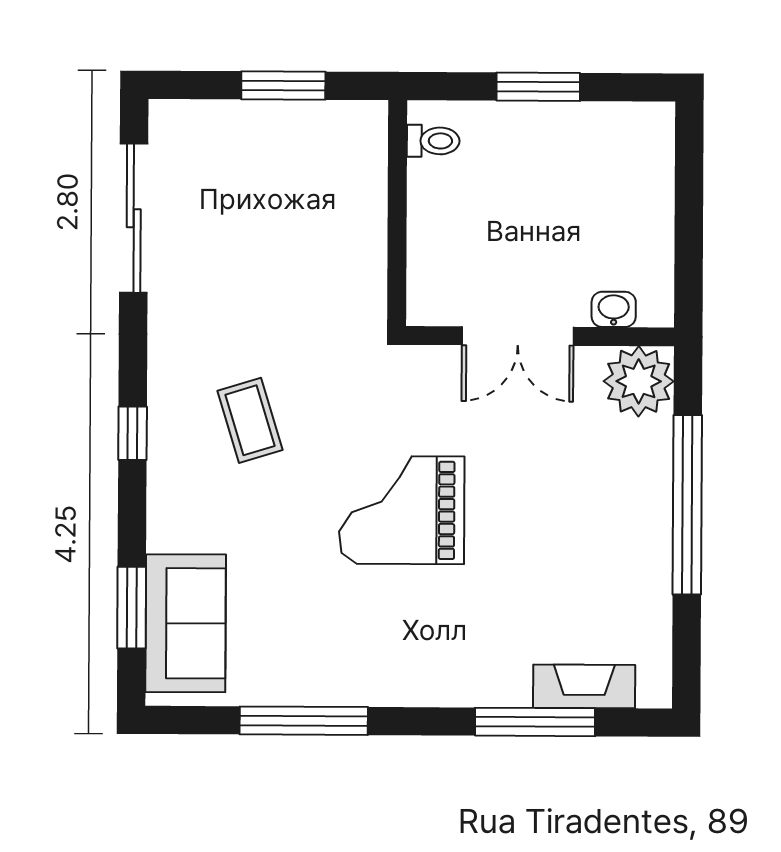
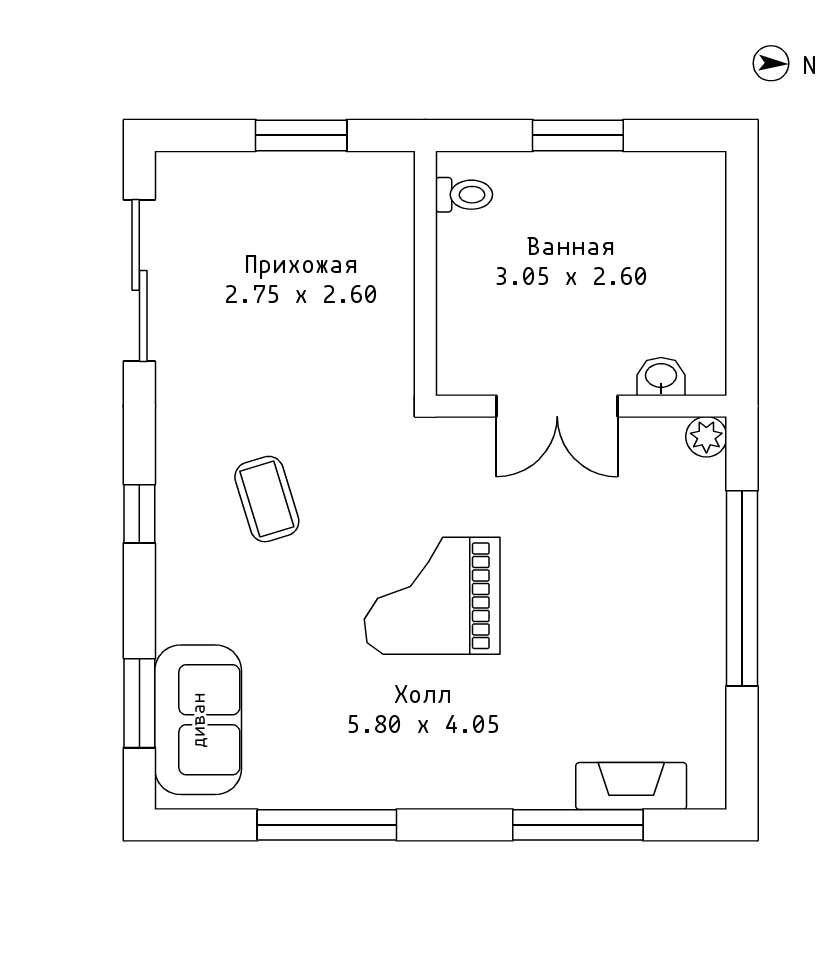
plant: (639, 381) -> (706, 437), width x0.53, depth x0.53

